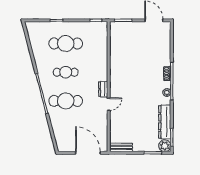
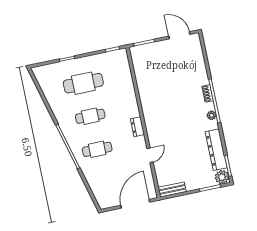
cafe table: (66, 101) -> (97, 149), width x0.73, depth x0.74
door: (109, 104) -> (150, 155), moved
door: (88, 153) -> (135, 204), hinge flipped

